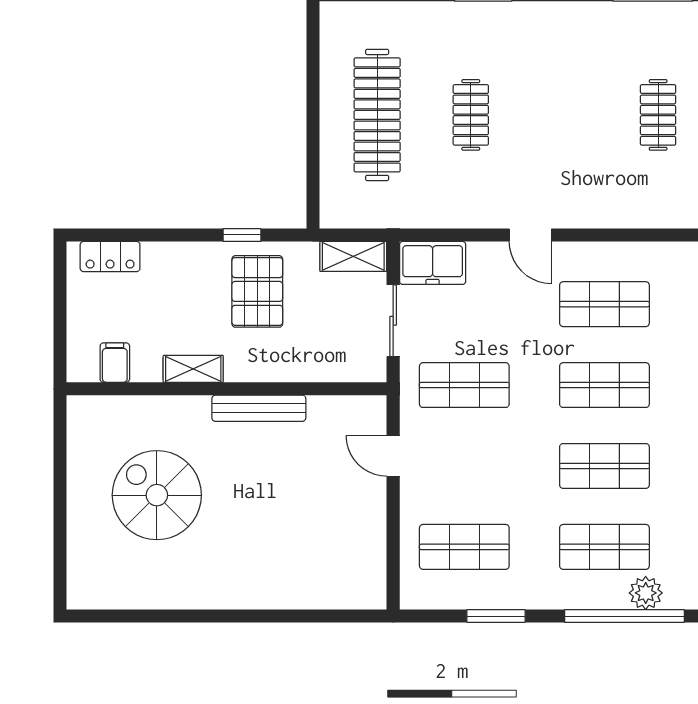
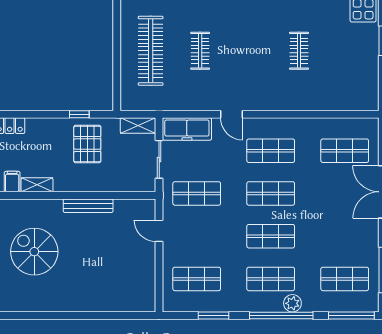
freezer: (433, 263) -> (187, 129), width x1.40
shelving: (193, 369) -> (37, 185), moved

